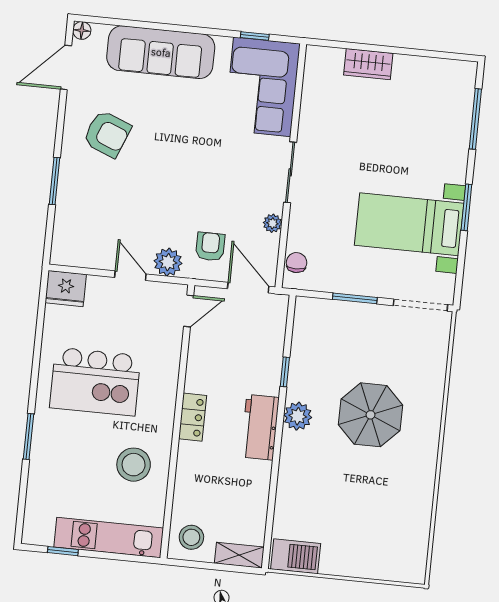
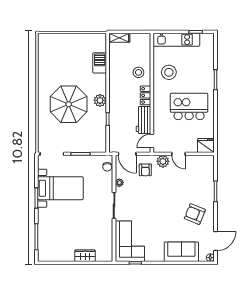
sofa: (161, 52) -> (181, 252), width x0.73
parasol: (371, 415) -> (69, 104), width x1.36, depth x1.36
workbench: (260, 427) -> (143, 120), moved, turned 180
stool: (191, 537) -> (138, 72), moved
barbecue: (296, 556) -> (100, 63), moved, turned 90

